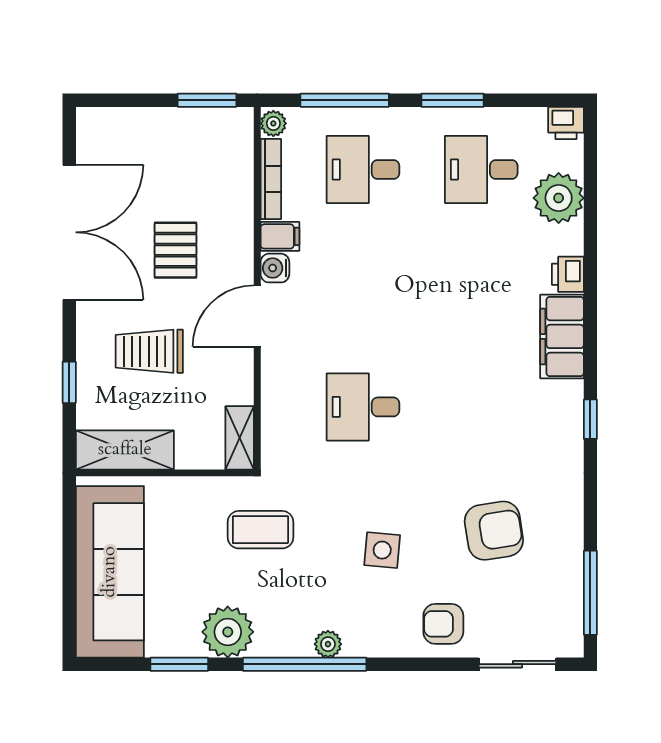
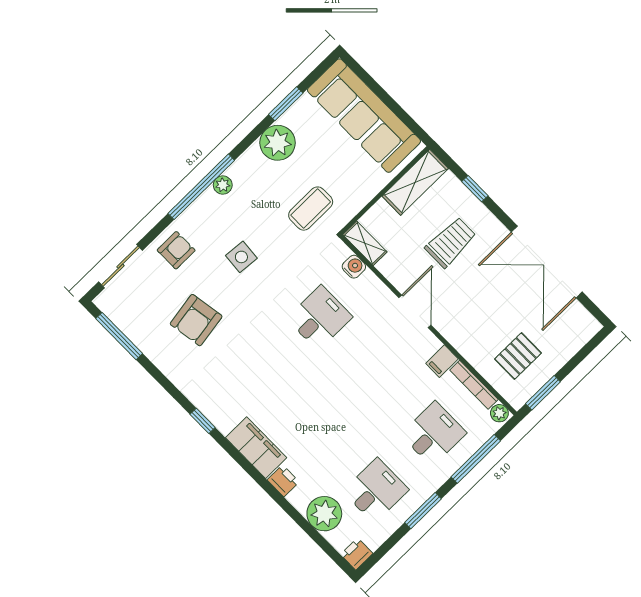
pallet: (175, 250) -> (518, 356), moved, turned 90
water cooler: (275, 268) -> (354, 267), moved
window: (305, 664) -> (201, 187), moved

